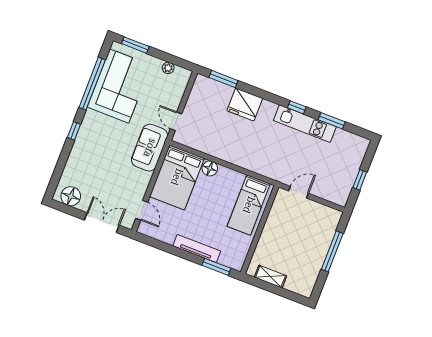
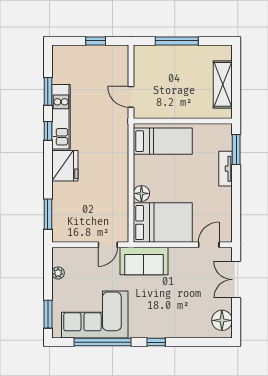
fridge: (245, 104) -> (65, 166), moved
tv unit: (197, 249) -> (226, 169), width x0.71
shelving: (270, 277) -> (223, 84), width x1.50, depth x1.33

